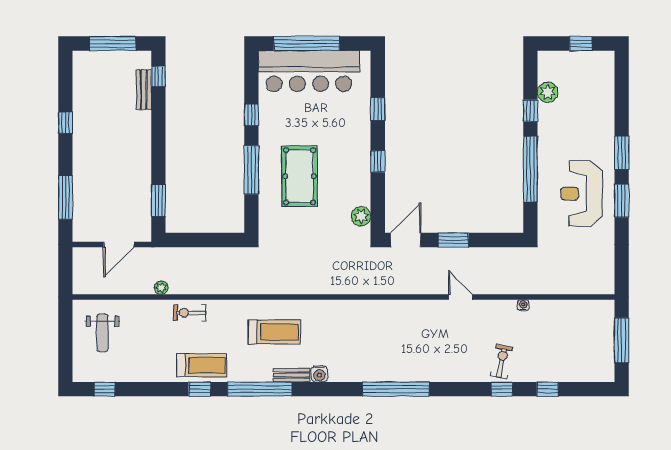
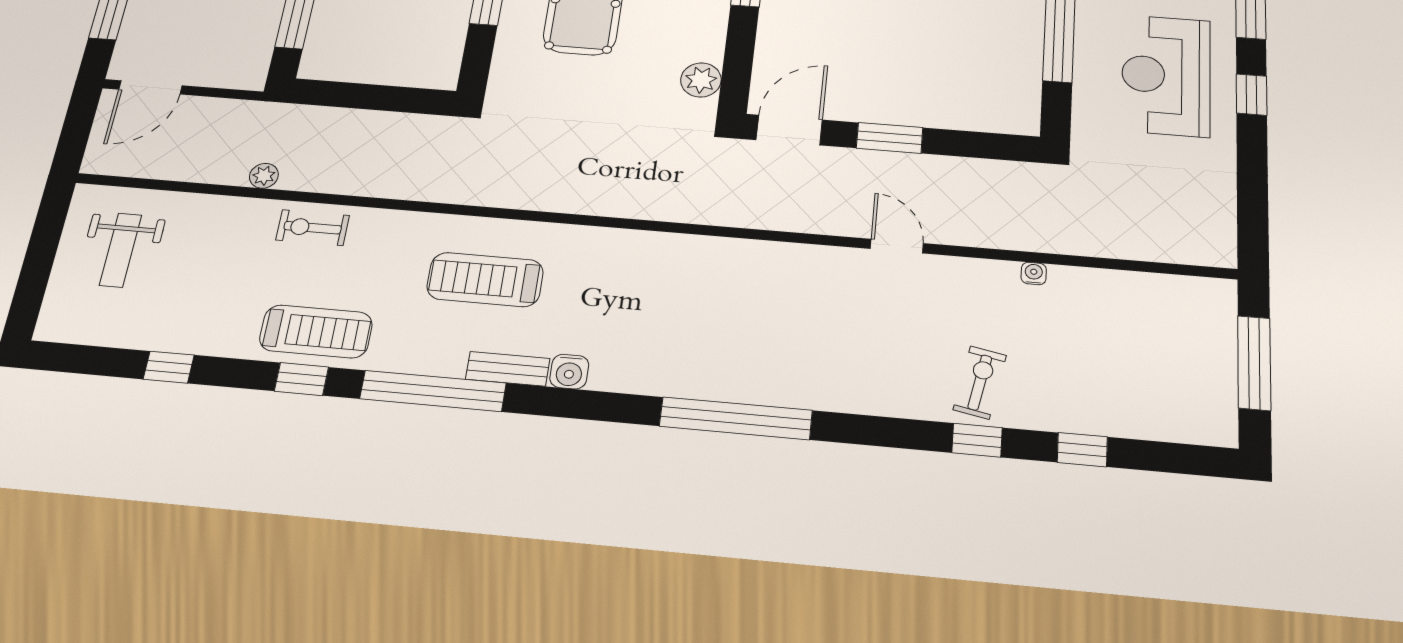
window: (622, 201) -> (1252, 95), width x0.67
door: (119, 244) -> (150, 87), moved
treadmill: (274, 332) -> (485, 280), turned 180
window: (104, 389) -> (169, 367), moved

